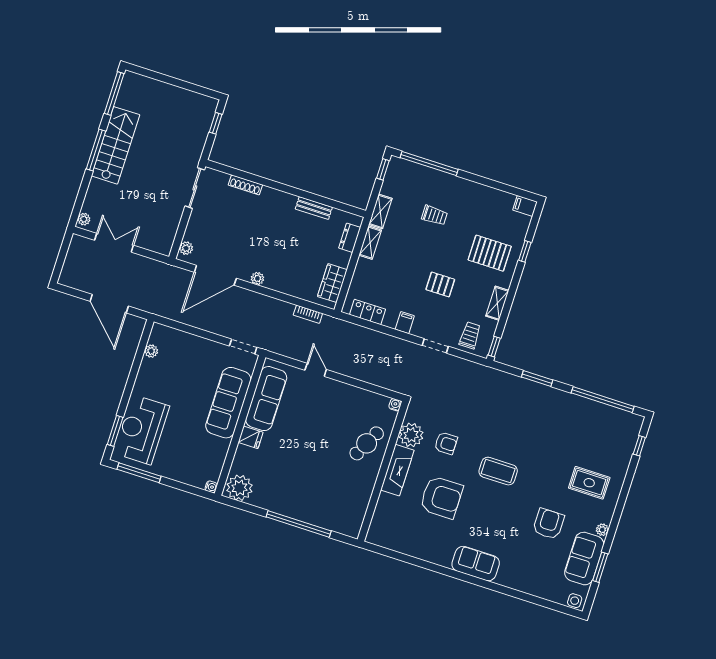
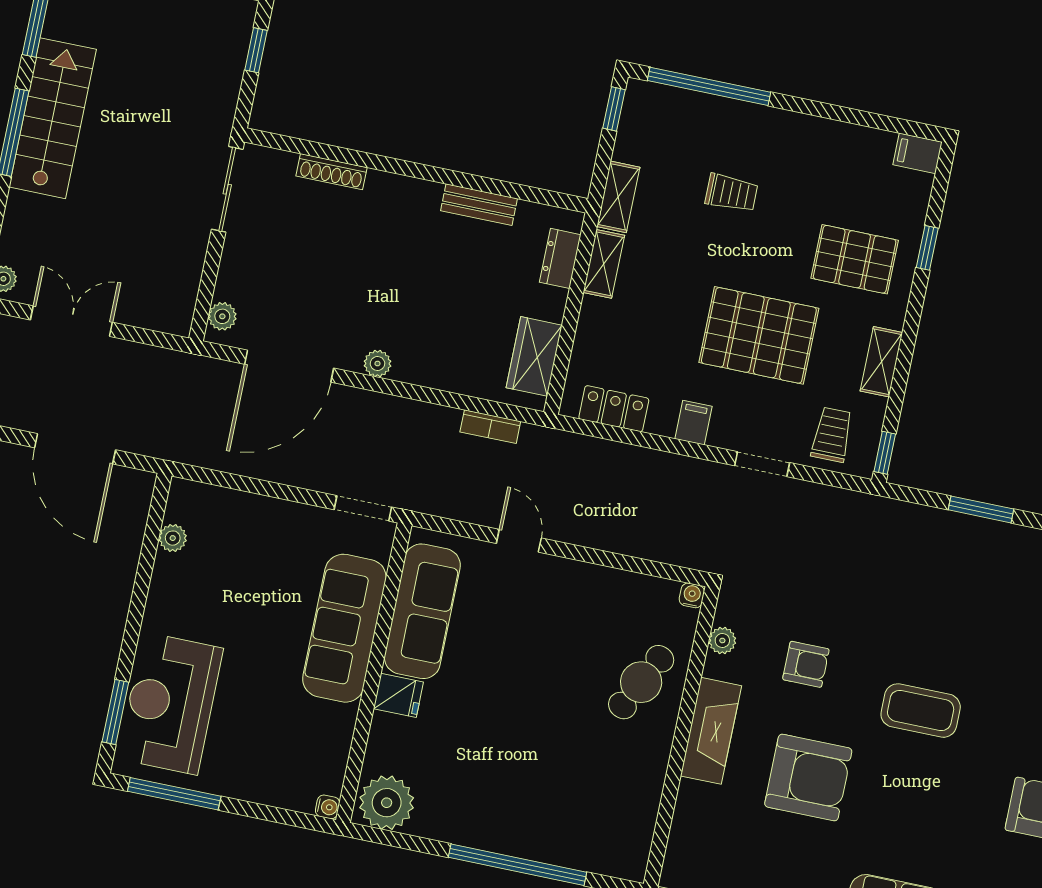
pallet: (440, 284) -> (759, 335), width x2.05, depth x2.00
plant: (411, 435) -> (722, 641), width x0.53, depth x0.53

